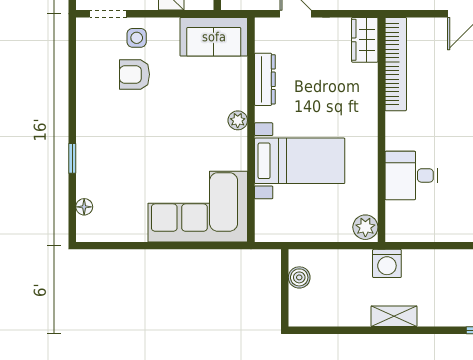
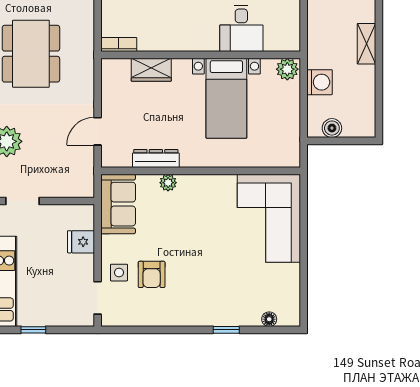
wardrobe: (365, 40) -> (151, 70), moved
bookcase: (396, 64) -> (119, 45), width x0.43, depth x0.76
plant: (238, 120) -> (168, 183), moved
bed with nightstands: (300, 161) -> (226, 98), moved, turned 180
washing machine: (387, 263) -> (320, 82), moved

